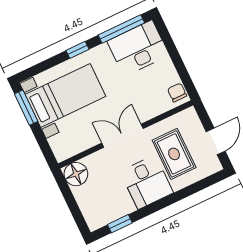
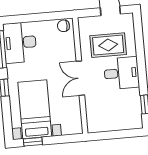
window: (26, 108) -> (33, 142), width x0.67
floor lamp: (76, 174) -> (96, 123), removed

